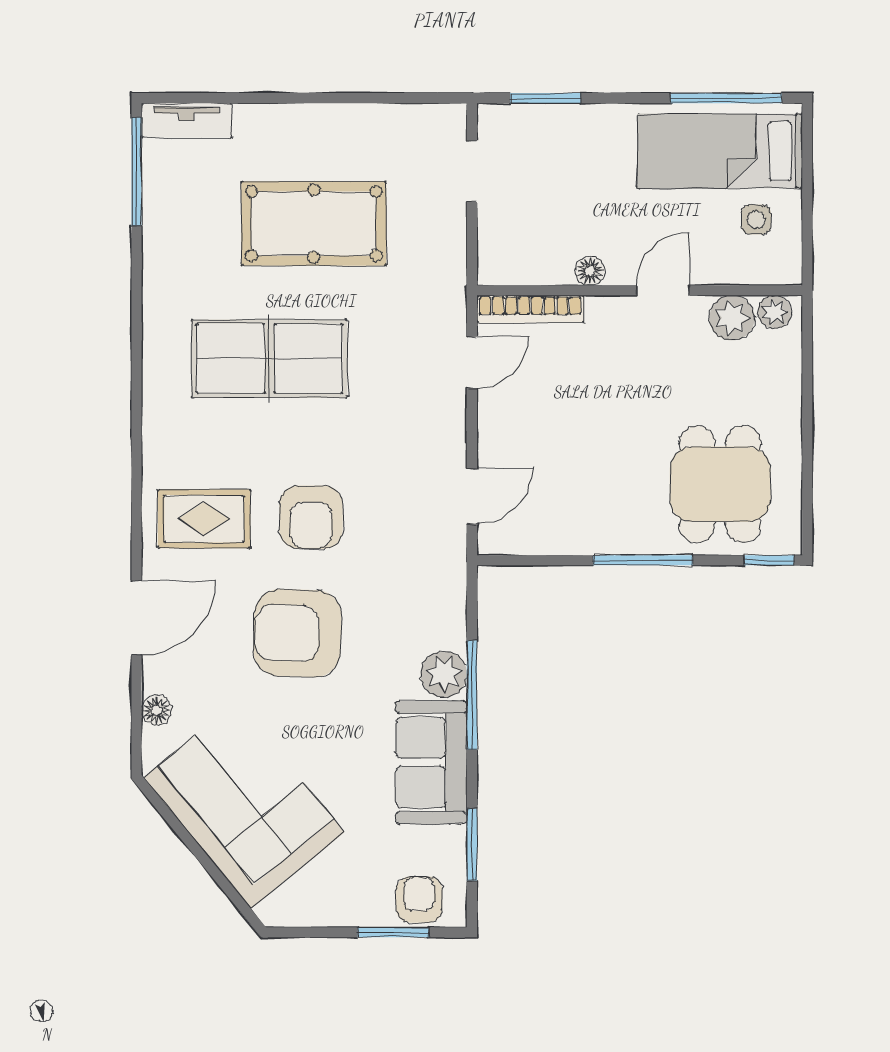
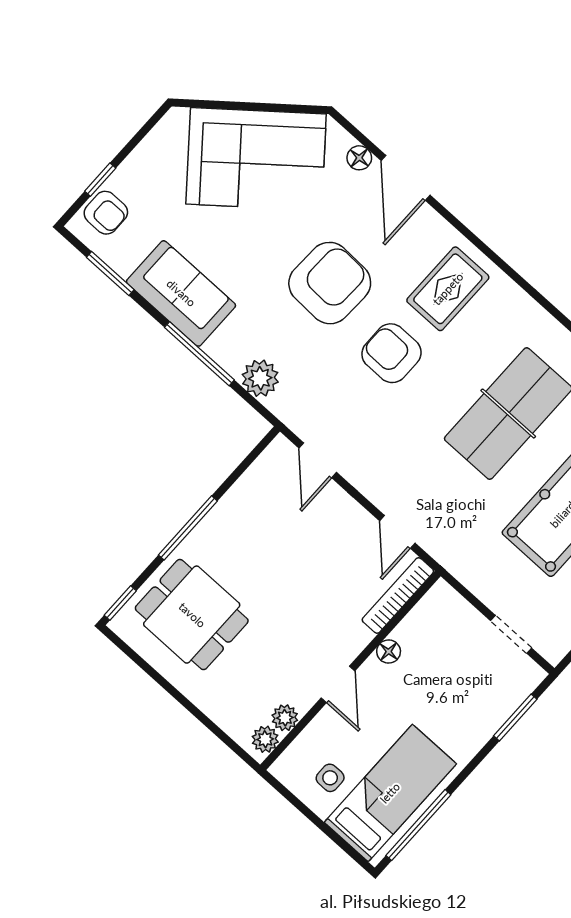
plant: (732, 318) -> (285, 718), width x0.73, depth x0.73
door: (137, 618) -> (406, 178), moved
plant: (444, 674) -> (260, 378), moved
window: (393, 932) -> (100, 180), width x0.67

